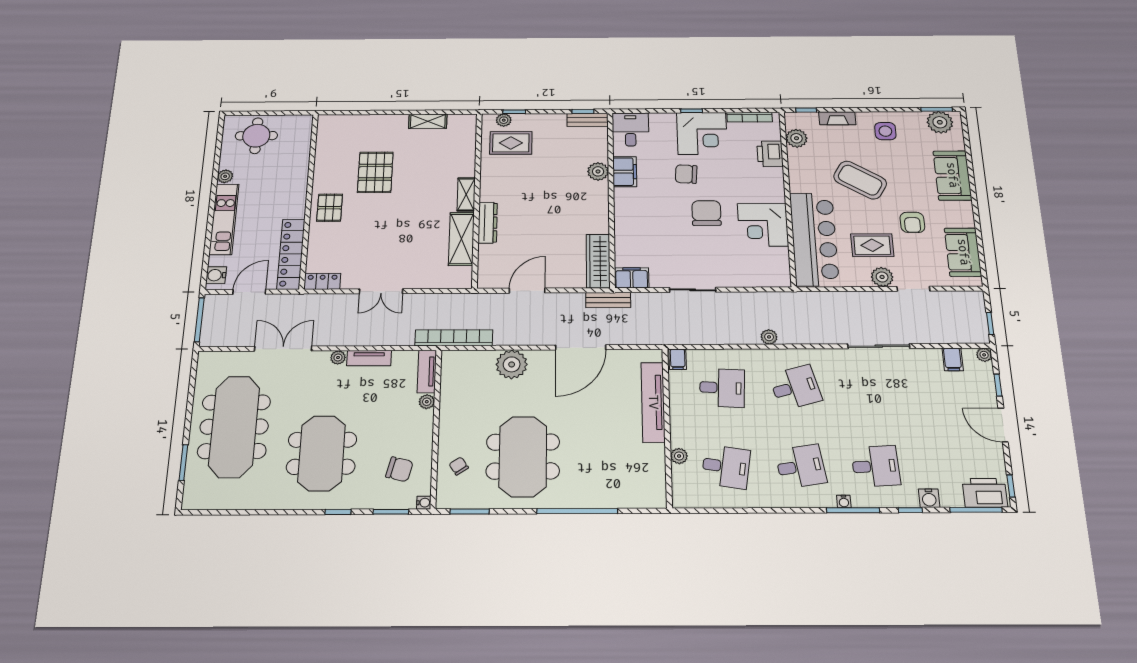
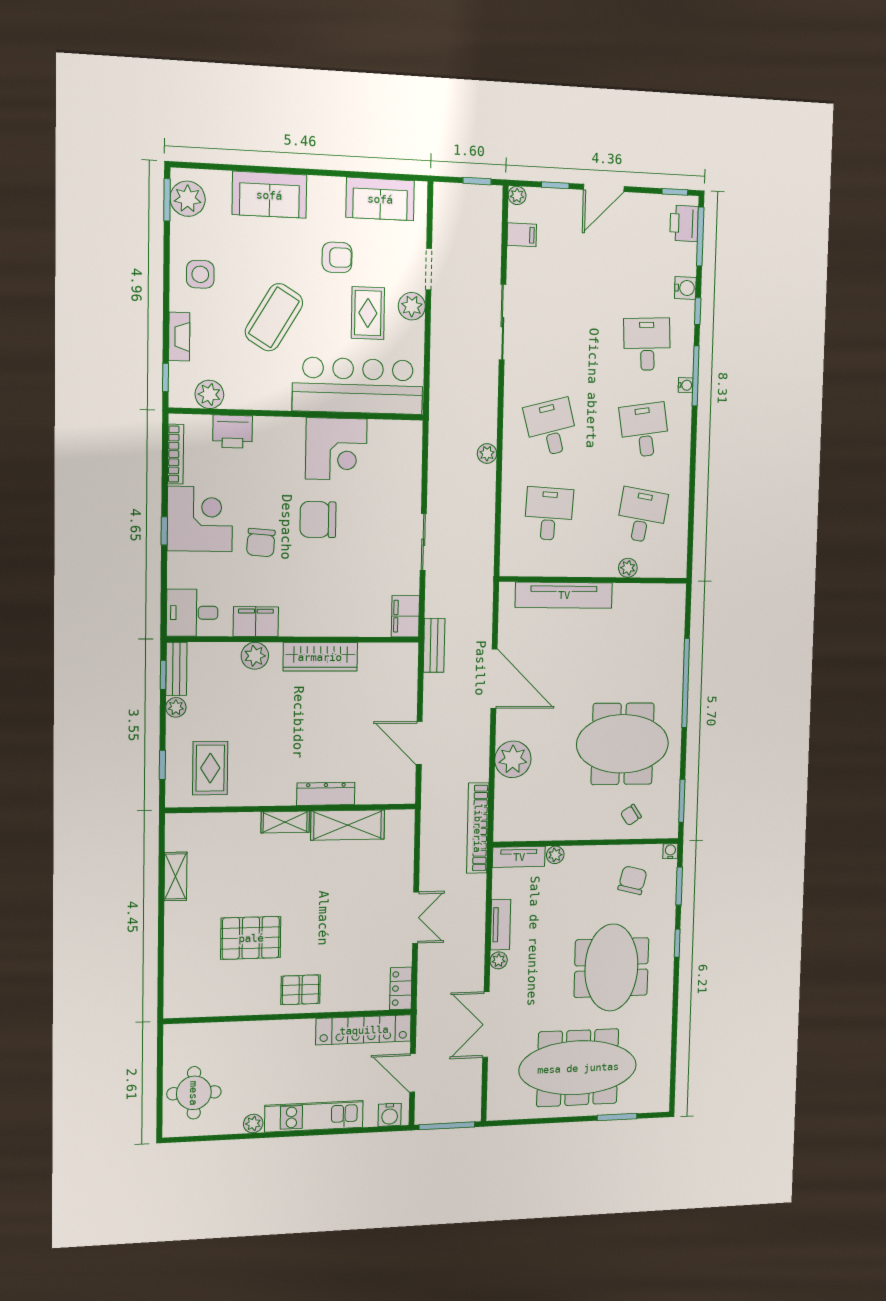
plant: (504, 120) -> (176, 707), moved
wardrobe: (598, 261) -> (320, 657), moved
filing cabinet: (678, 359) -> (512, 564), removed
meeting table: (322, 453) -> (611, 968), turned 90
printer: (985, 493) -> (684, 223), width x0.73, depth x0.84

